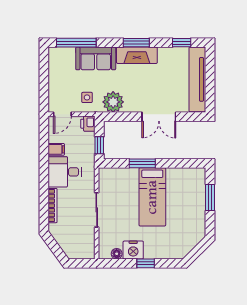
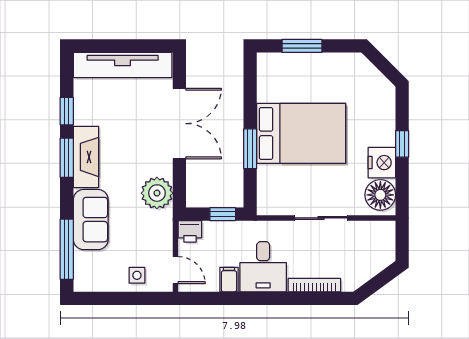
window: (182, 43) -> (67, 111), moved
side table: (87, 97) -> (137, 275), moved
double door: (159, 117) -> (179, 124), width x1.37
bed: (152, 197) -> (301, 133), width x1.50
floor lamp: (117, 254) -> (380, 195), width x1.89, depth x1.89

